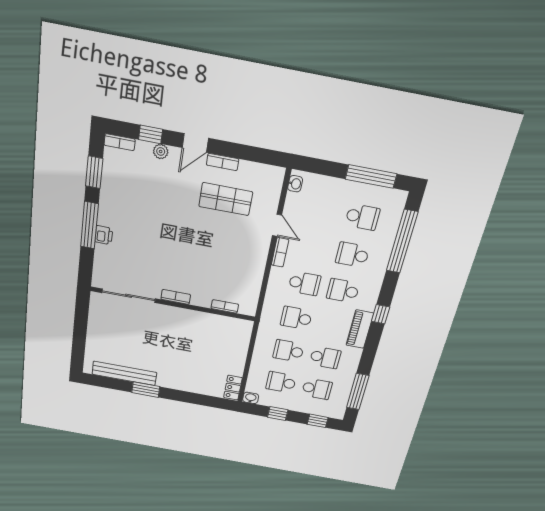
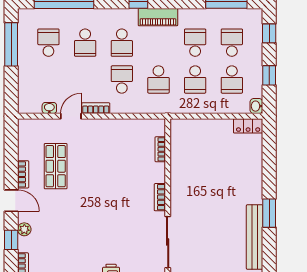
washbasin: (295, 184) -> (49, 108), moved

